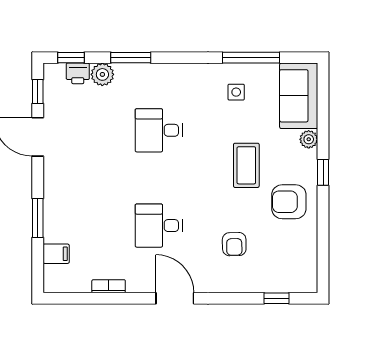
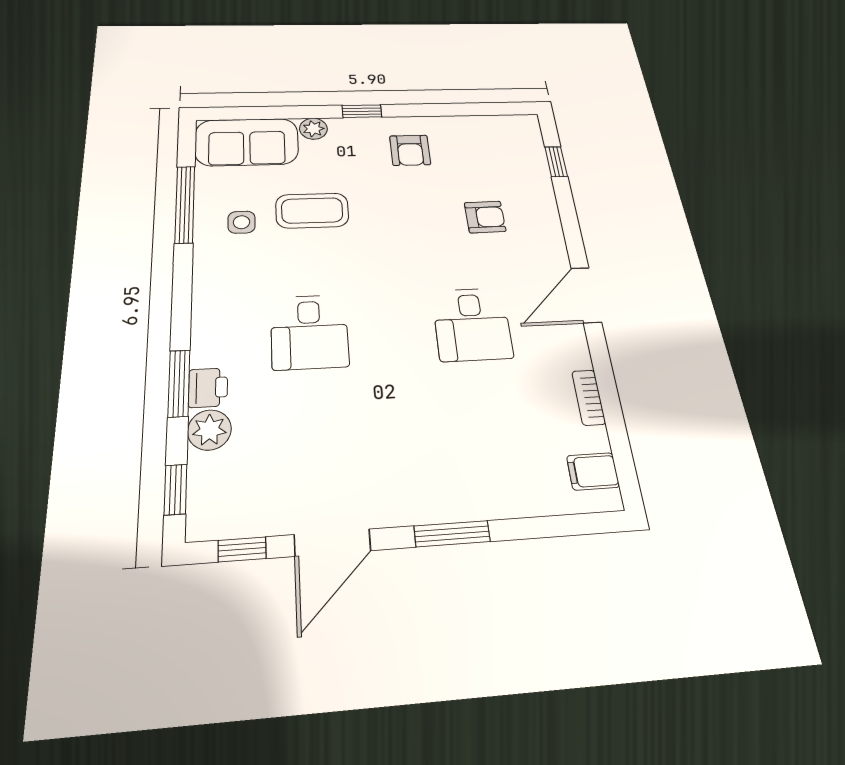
printer: (78, 73) -> (208, 388), moved
coffee table: (246, 165) -> (312, 211), moved
armchair: (289, 202) -> (410, 150), width x0.72, depth x0.72
window: (38, 218) -> (452, 534), moved
filing cabinet: (56, 254) -> (593, 471), moved, turned -90

